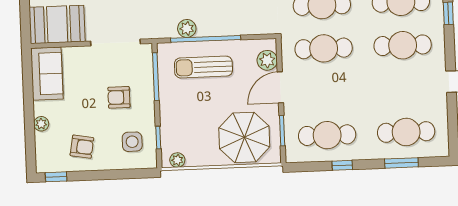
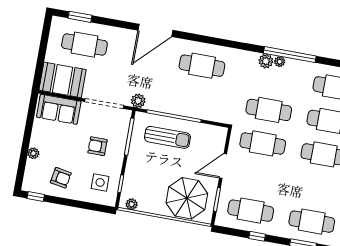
plant: (187, 28) -> (138, 101), moved
plant: (267, 60) -> (217, 143), removed
sun lounger: (203, 67) -> (167, 137), turned 180
sofa: (47, 74) -> (59, 109), moved, turned 90

